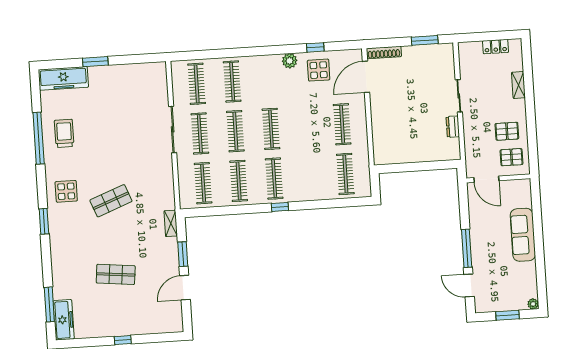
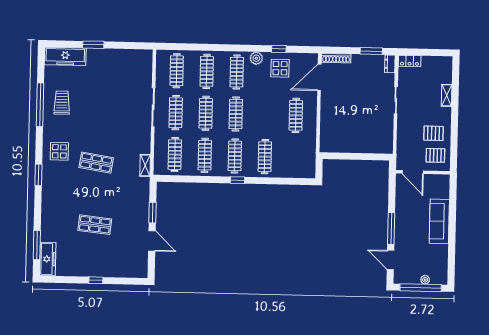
locker: (496, 47) -> (410, 61), moved
clothes rail: (268, 79) -> (237, 72), added
dresser: (453, 127) -> (390, 64), moved
clothes rail: (345, 174) -> (265, 157), moved
shop shelf: (111, 201) -> (96, 163), turned 30
shelving: (171, 223) -> (145, 165), moved
door: (185, 288) -> (152, 241), swing flipped
plant: (533, 304) -> (425, 280), moved
window: (508, 315) -> (421, 288), width x2.11

